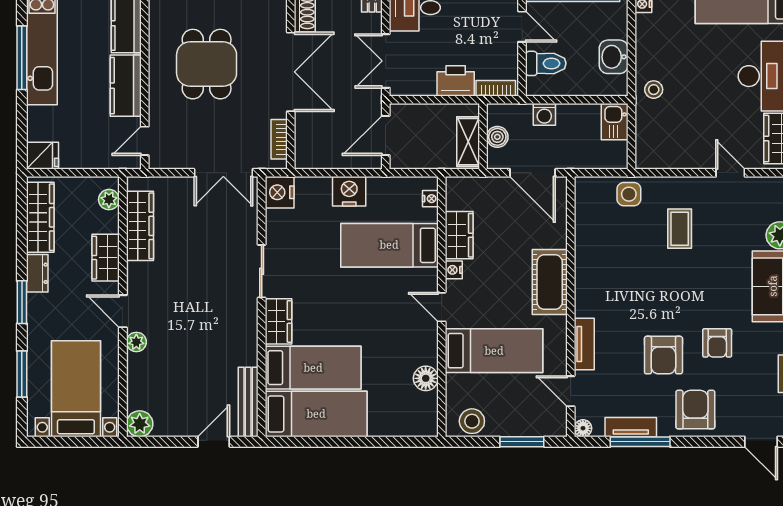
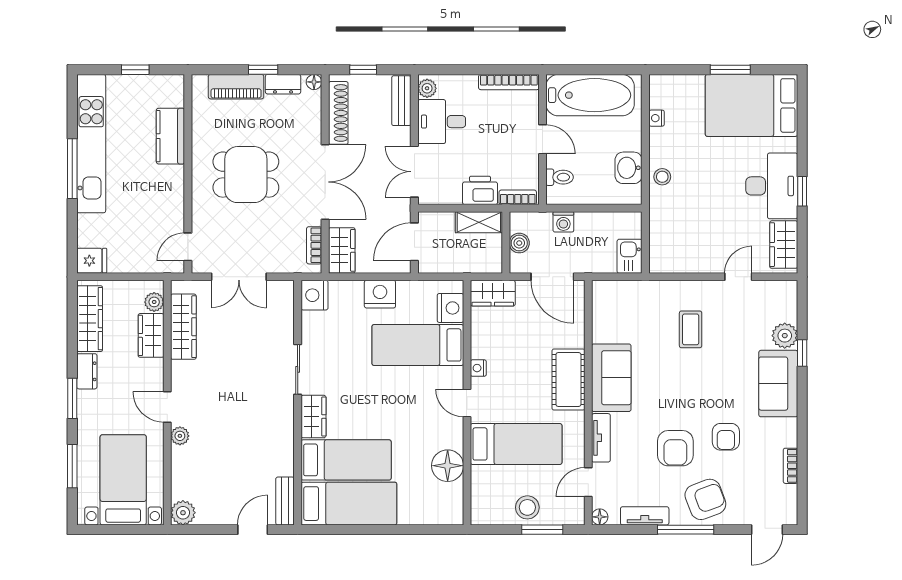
toilet: (546, 63) -> (560, 177), width x0.73, depth x0.72
dining table: (207, 64) -> (246, 175), turned 90
kitchen counter: (126, 86) -> (170, 195), removed
stool: (654, 90) -> (662, 177), moved
kitchen sink: (615, 122) -> (630, 256), moved
shelving: (468, 142) -> (479, 222), moved, turned 90
wardrobe: (309, 145) -> (342, 250), added
double door: (223, 173) -> (239, 277), moved
door: (730, 173) -> (738, 277), hinge flipped
side table: (629, 194) -> (643, 297), removed
nightstand: (430, 199) -> (450, 308), width x1.89, depth x1.79
wardrobe: (459, 235) -> (493, 293), moved, turned 90
wardrobe: (106, 258) -> (151, 335), moved
sofa: (595, 280) -> (611, 378), added
floor lamp: (426, 378) -> (448, 466), width x1.38, depth x1.38
door: (571, 391) -> (588, 482), hinge flipped
bench: (248, 402) -> (285, 501), width x0.73
armchair: (695, 410) -> (705, 499), turned 69
stool: (472, 421) -> (527, 507), moved
window: (640, 442) -> (686, 530), moved
door: (761, 442) -> (767, 530), hinge flipped

